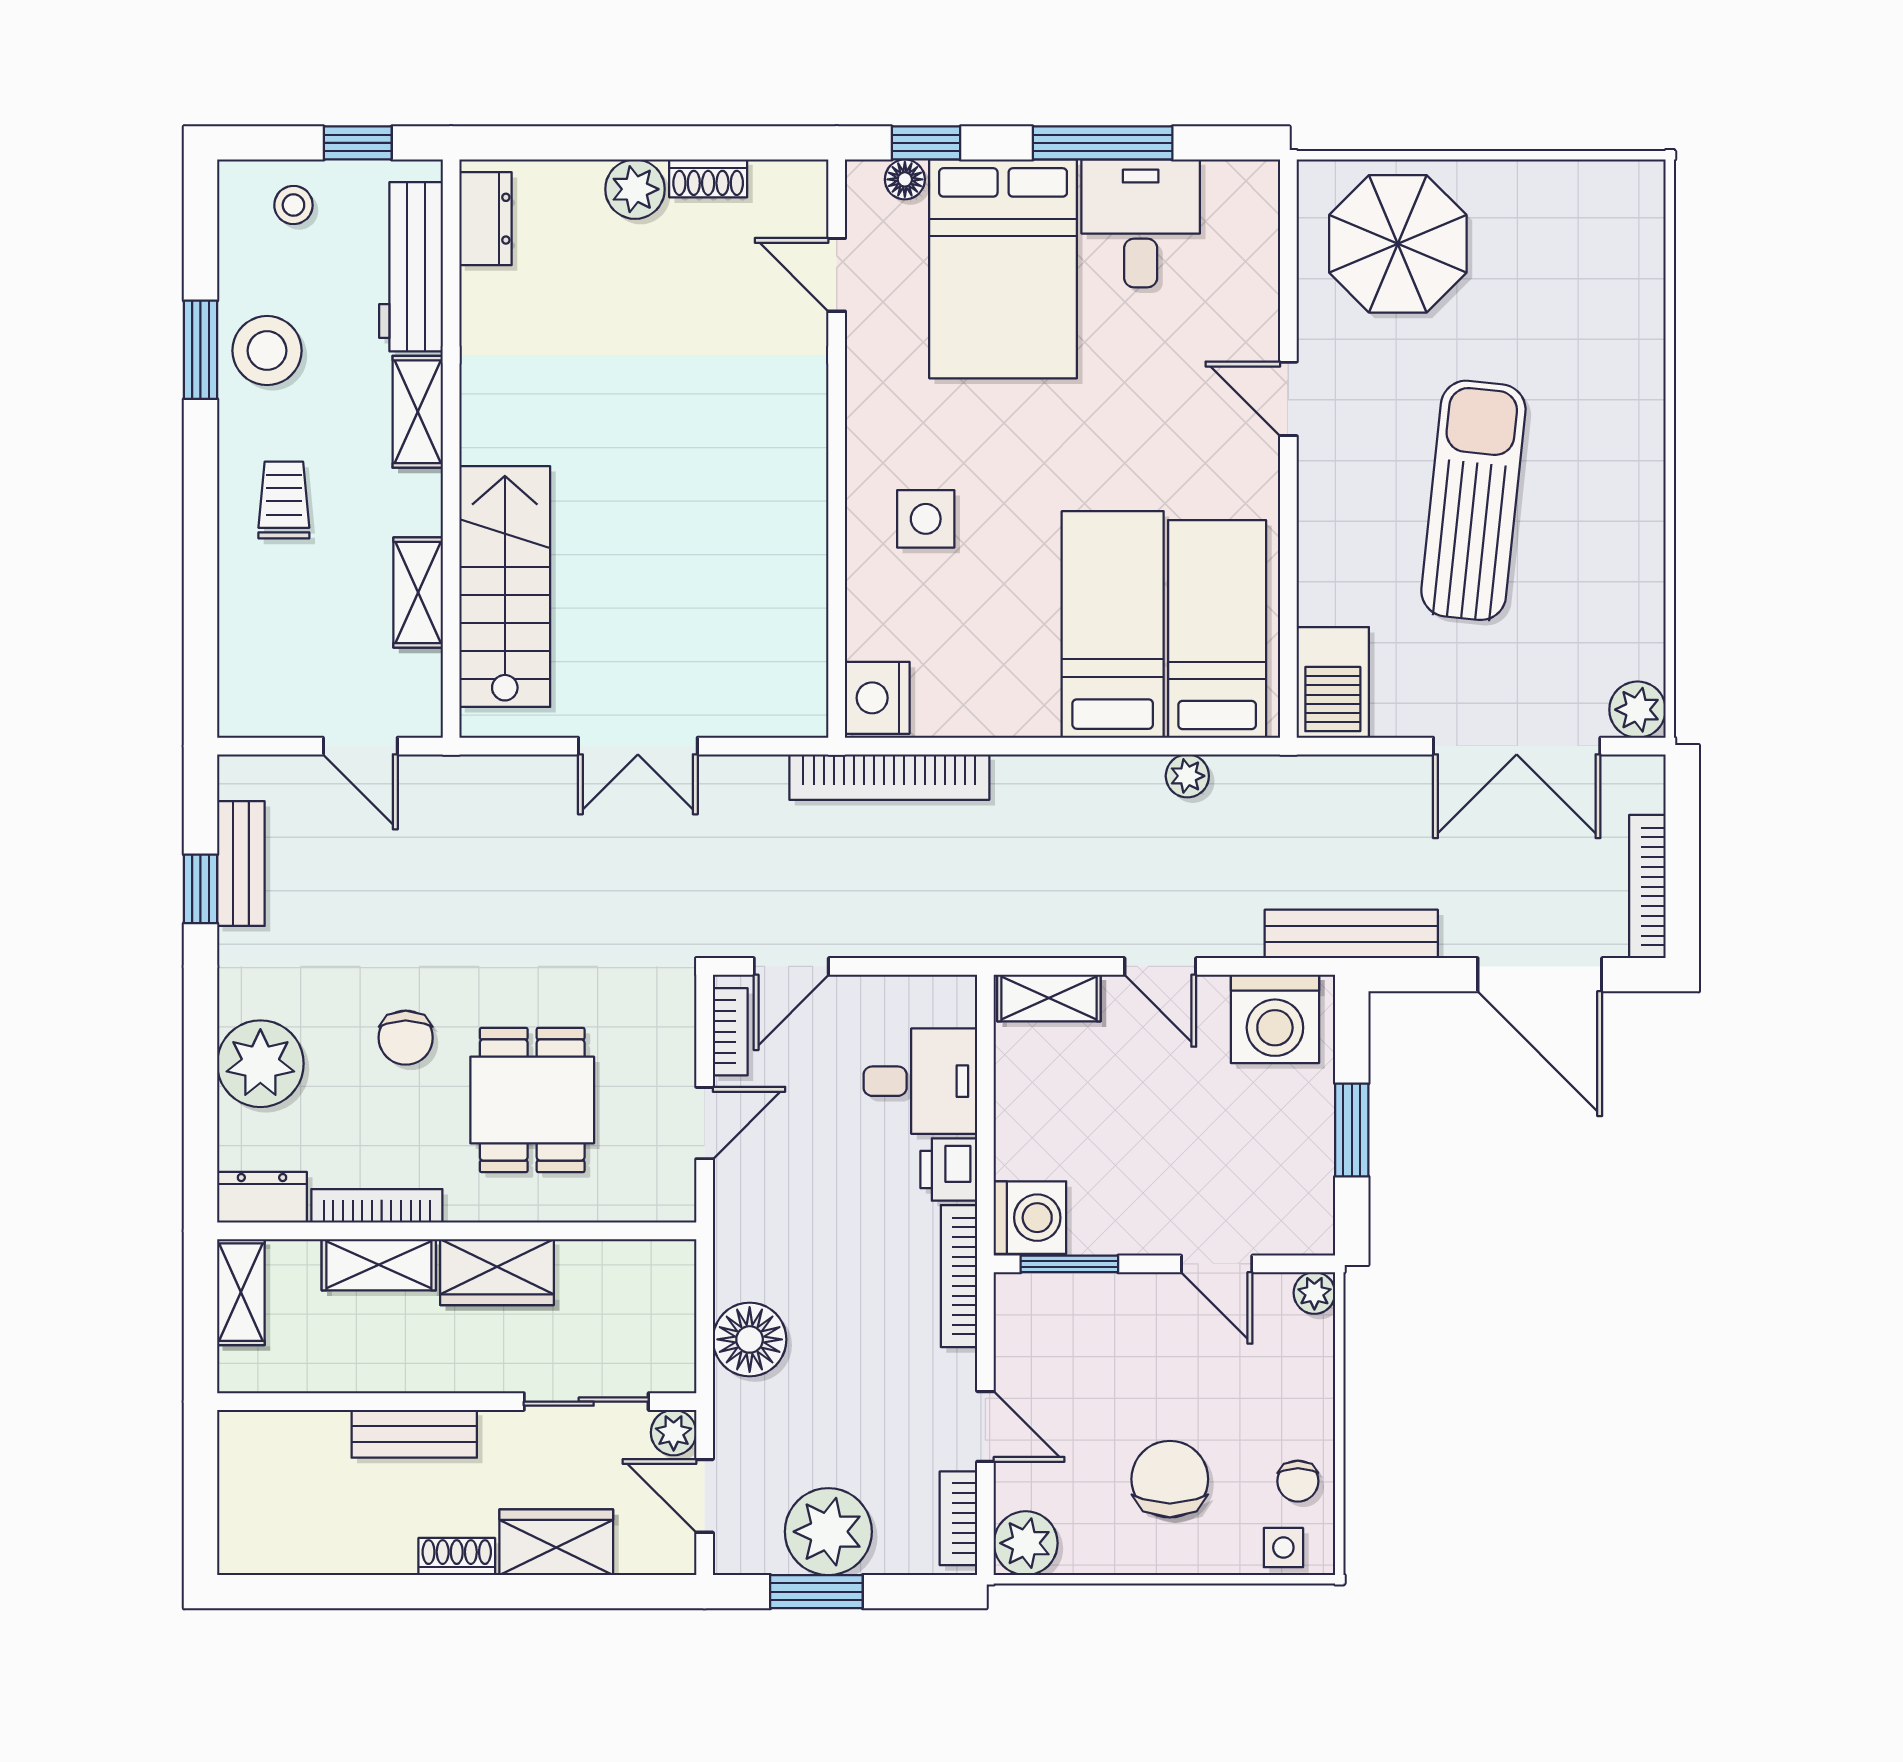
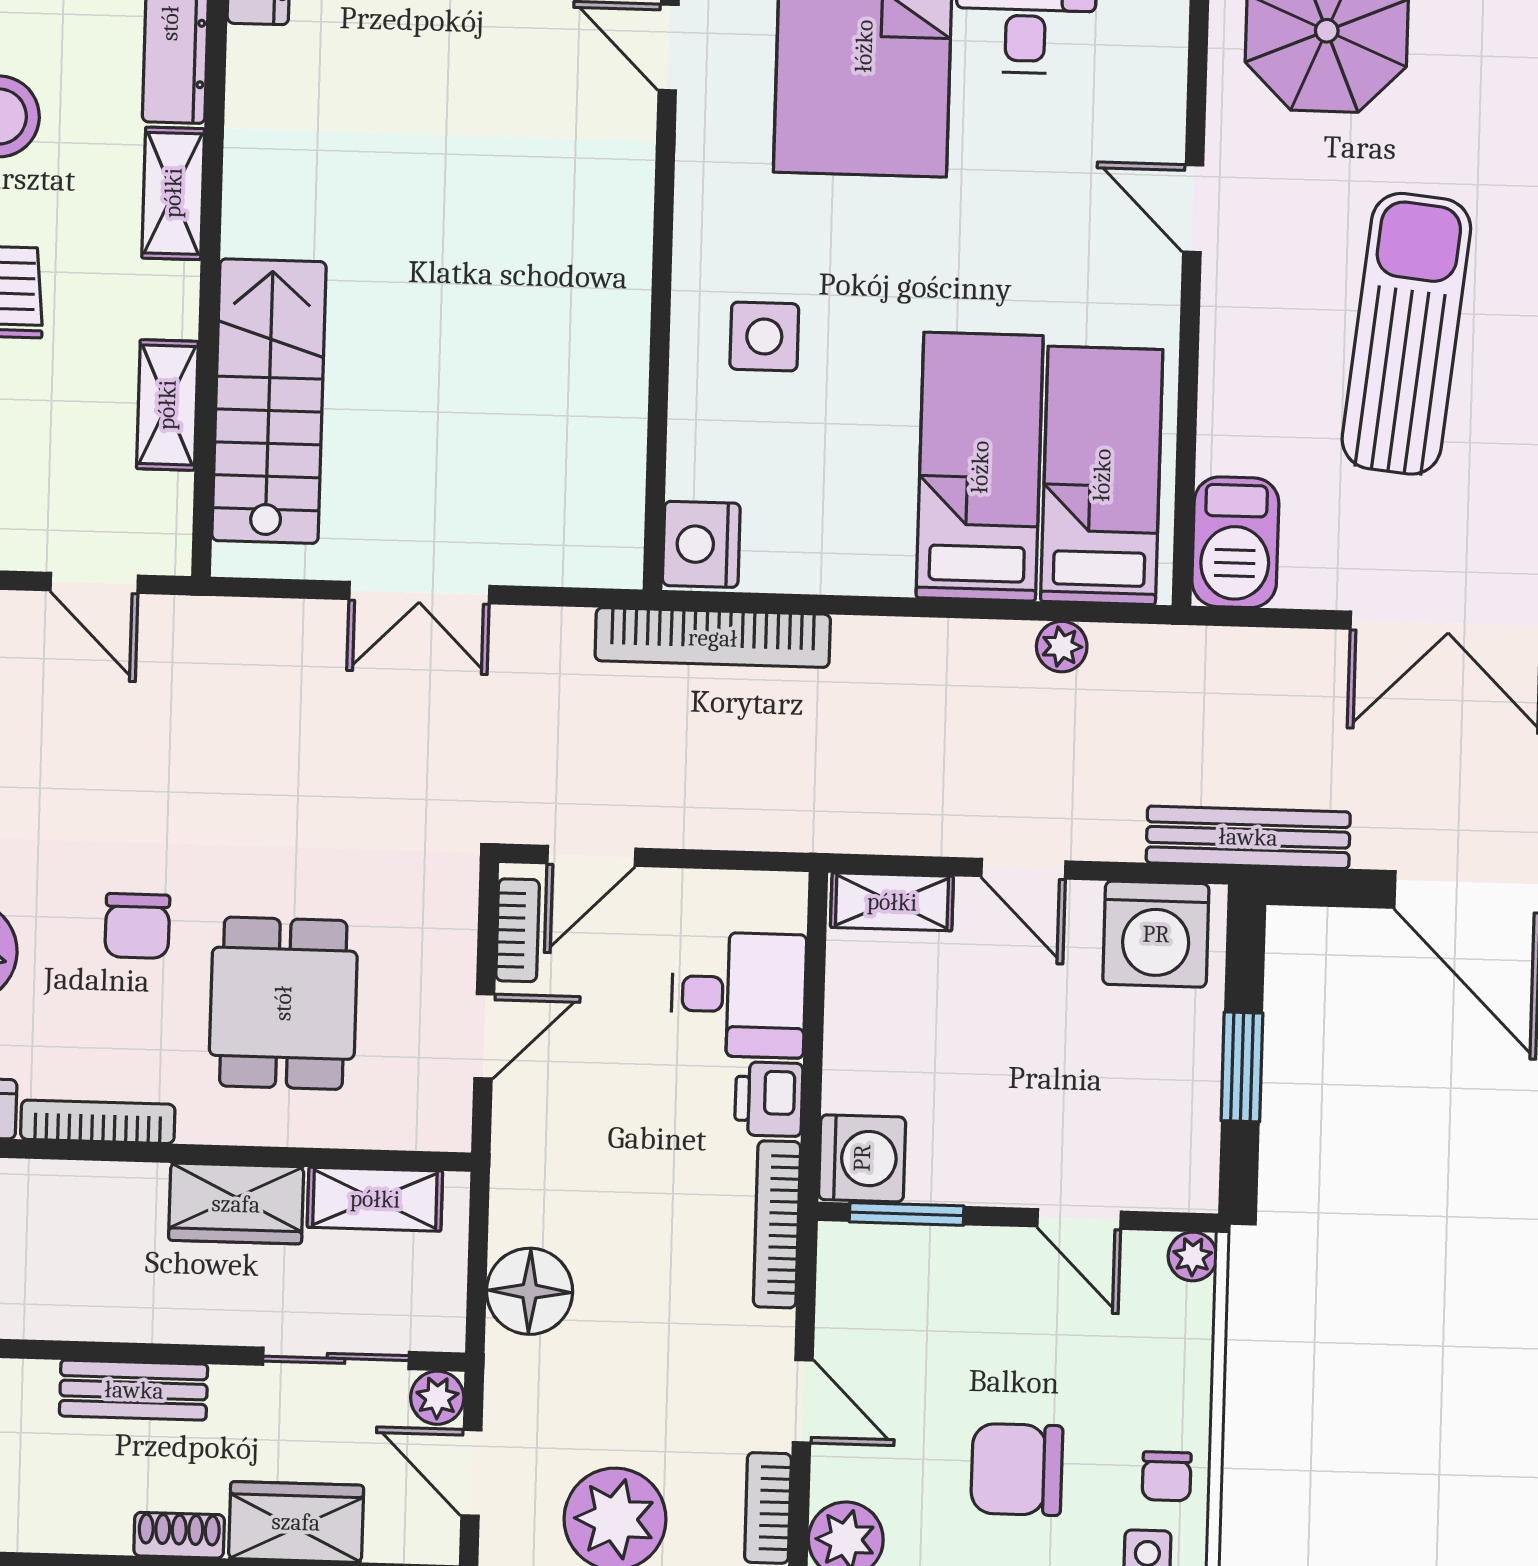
shelving: (379, 1265) -> (375, 1199), moved
chair: (1170, 1479) -> (1017, 1469), turned -90

